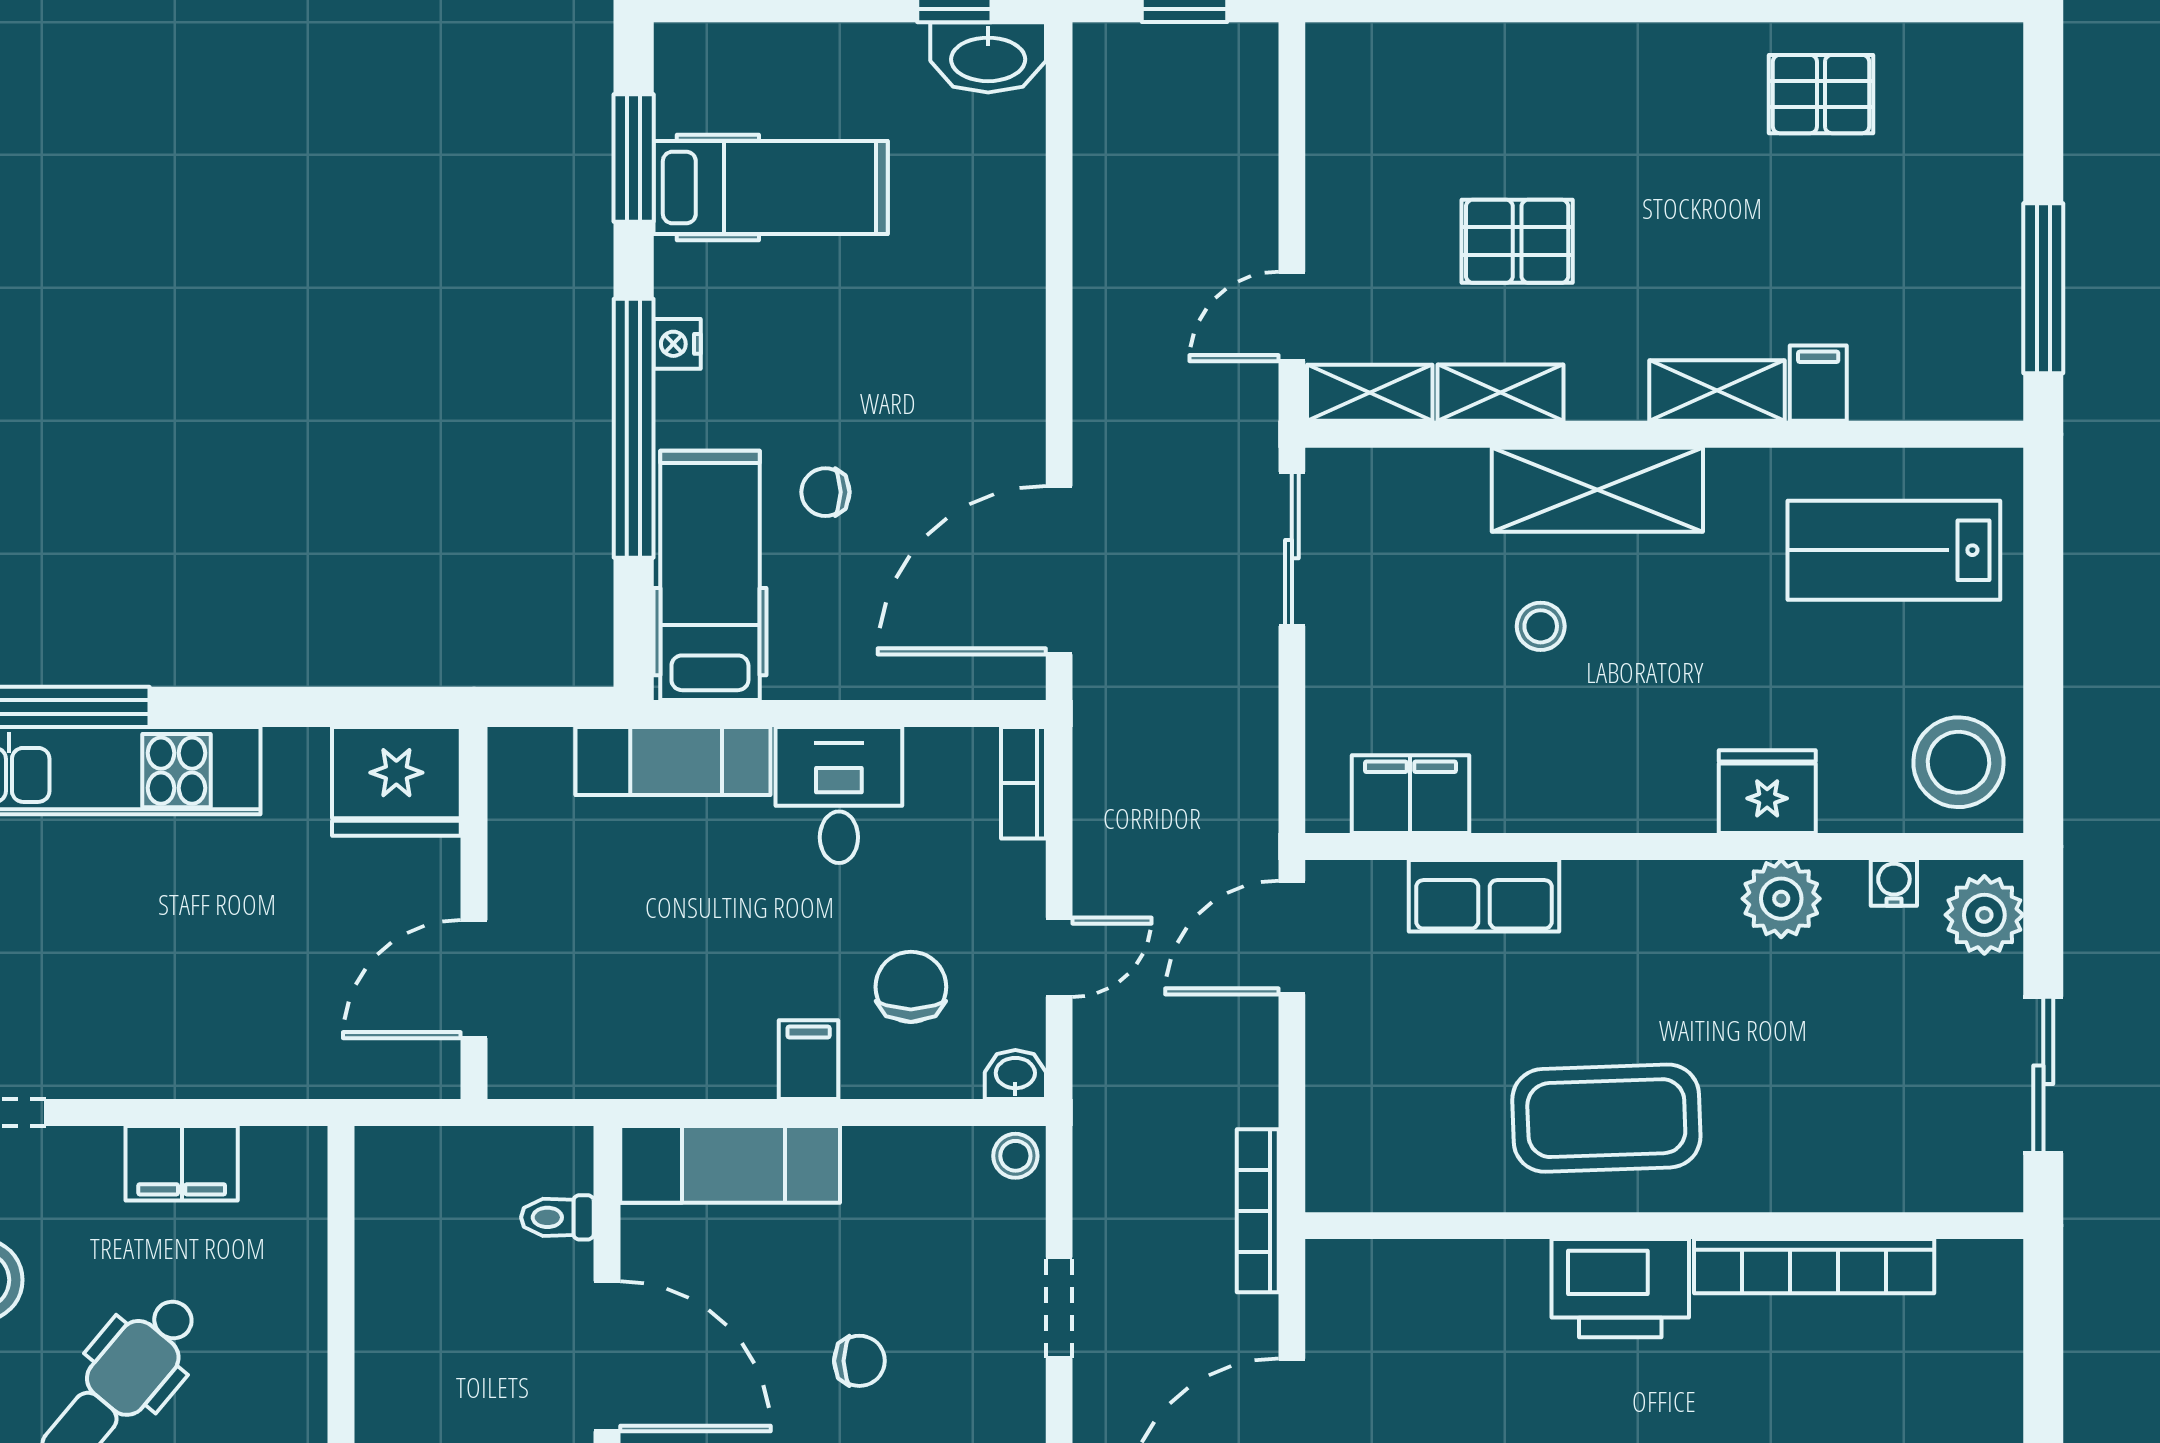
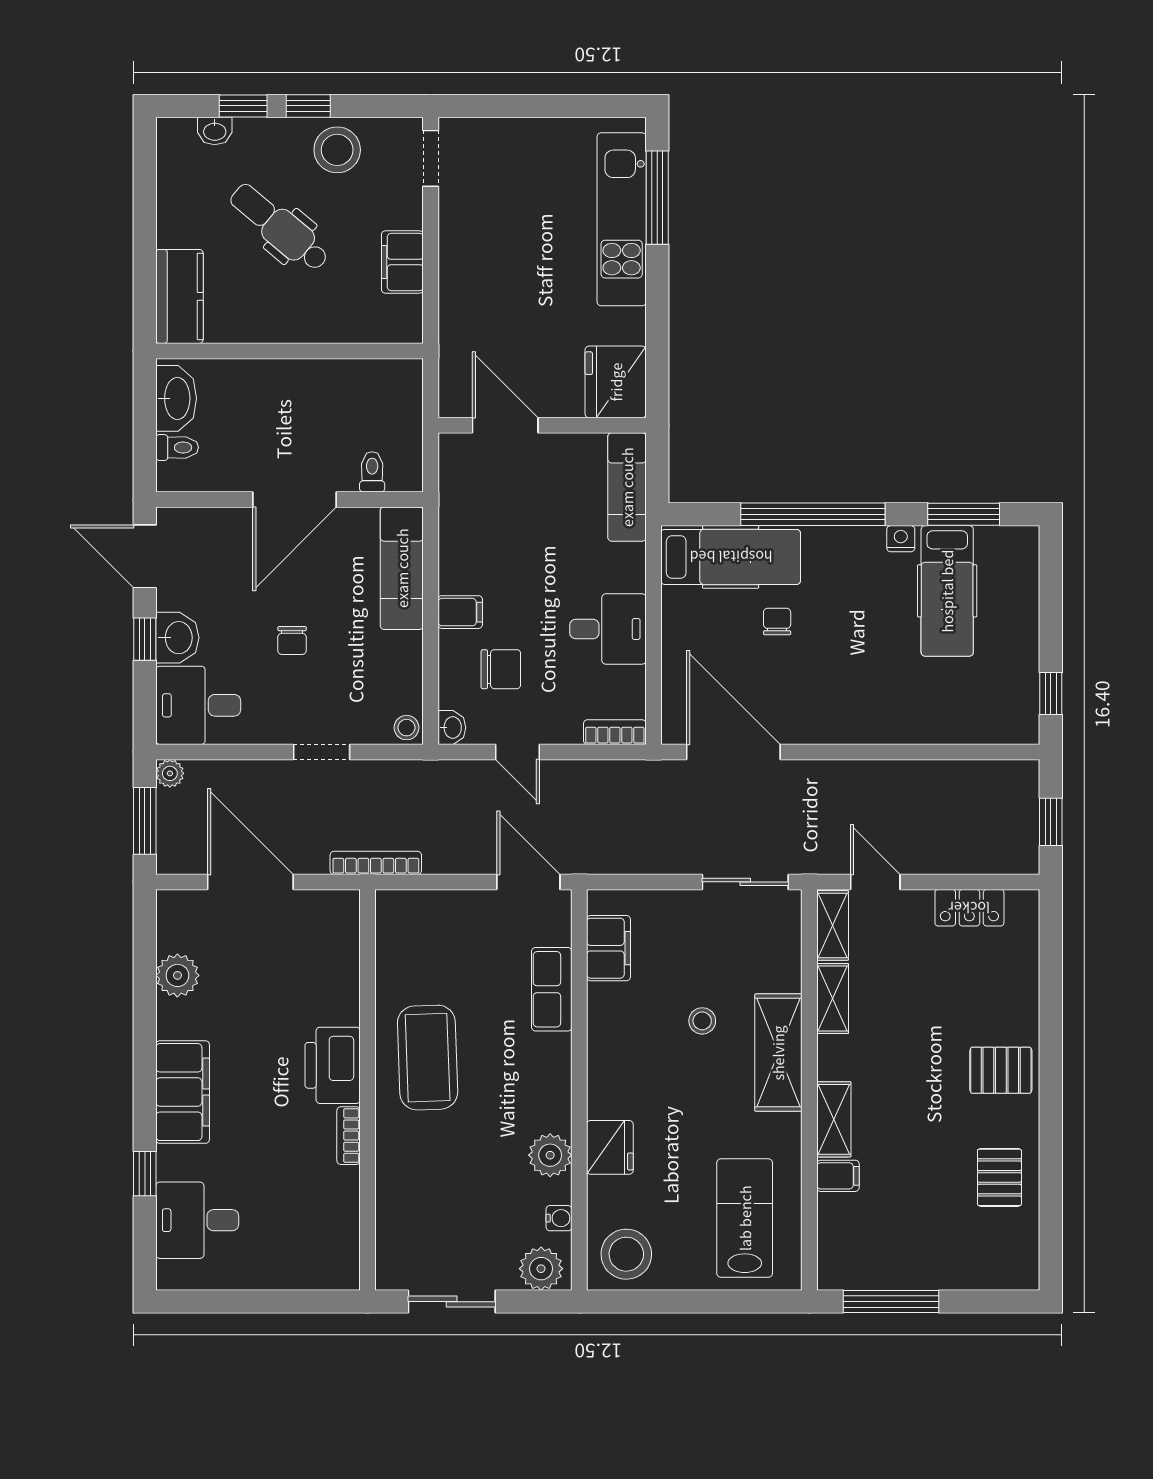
washbasin: (988, 57) -> (1020, 712), removed
locker: (1338, 148) -> (969, 908), added
pallet: (1517, 241) -> (1001, 1070), moved, turned 90
nightstand: (677, 344) -> (901, 539), moved
exam couch: (673, 761) -> (627, 487), moved
bookcase: (1814, 1266) -> (349, 1136), width x0.43, depth x0.76

